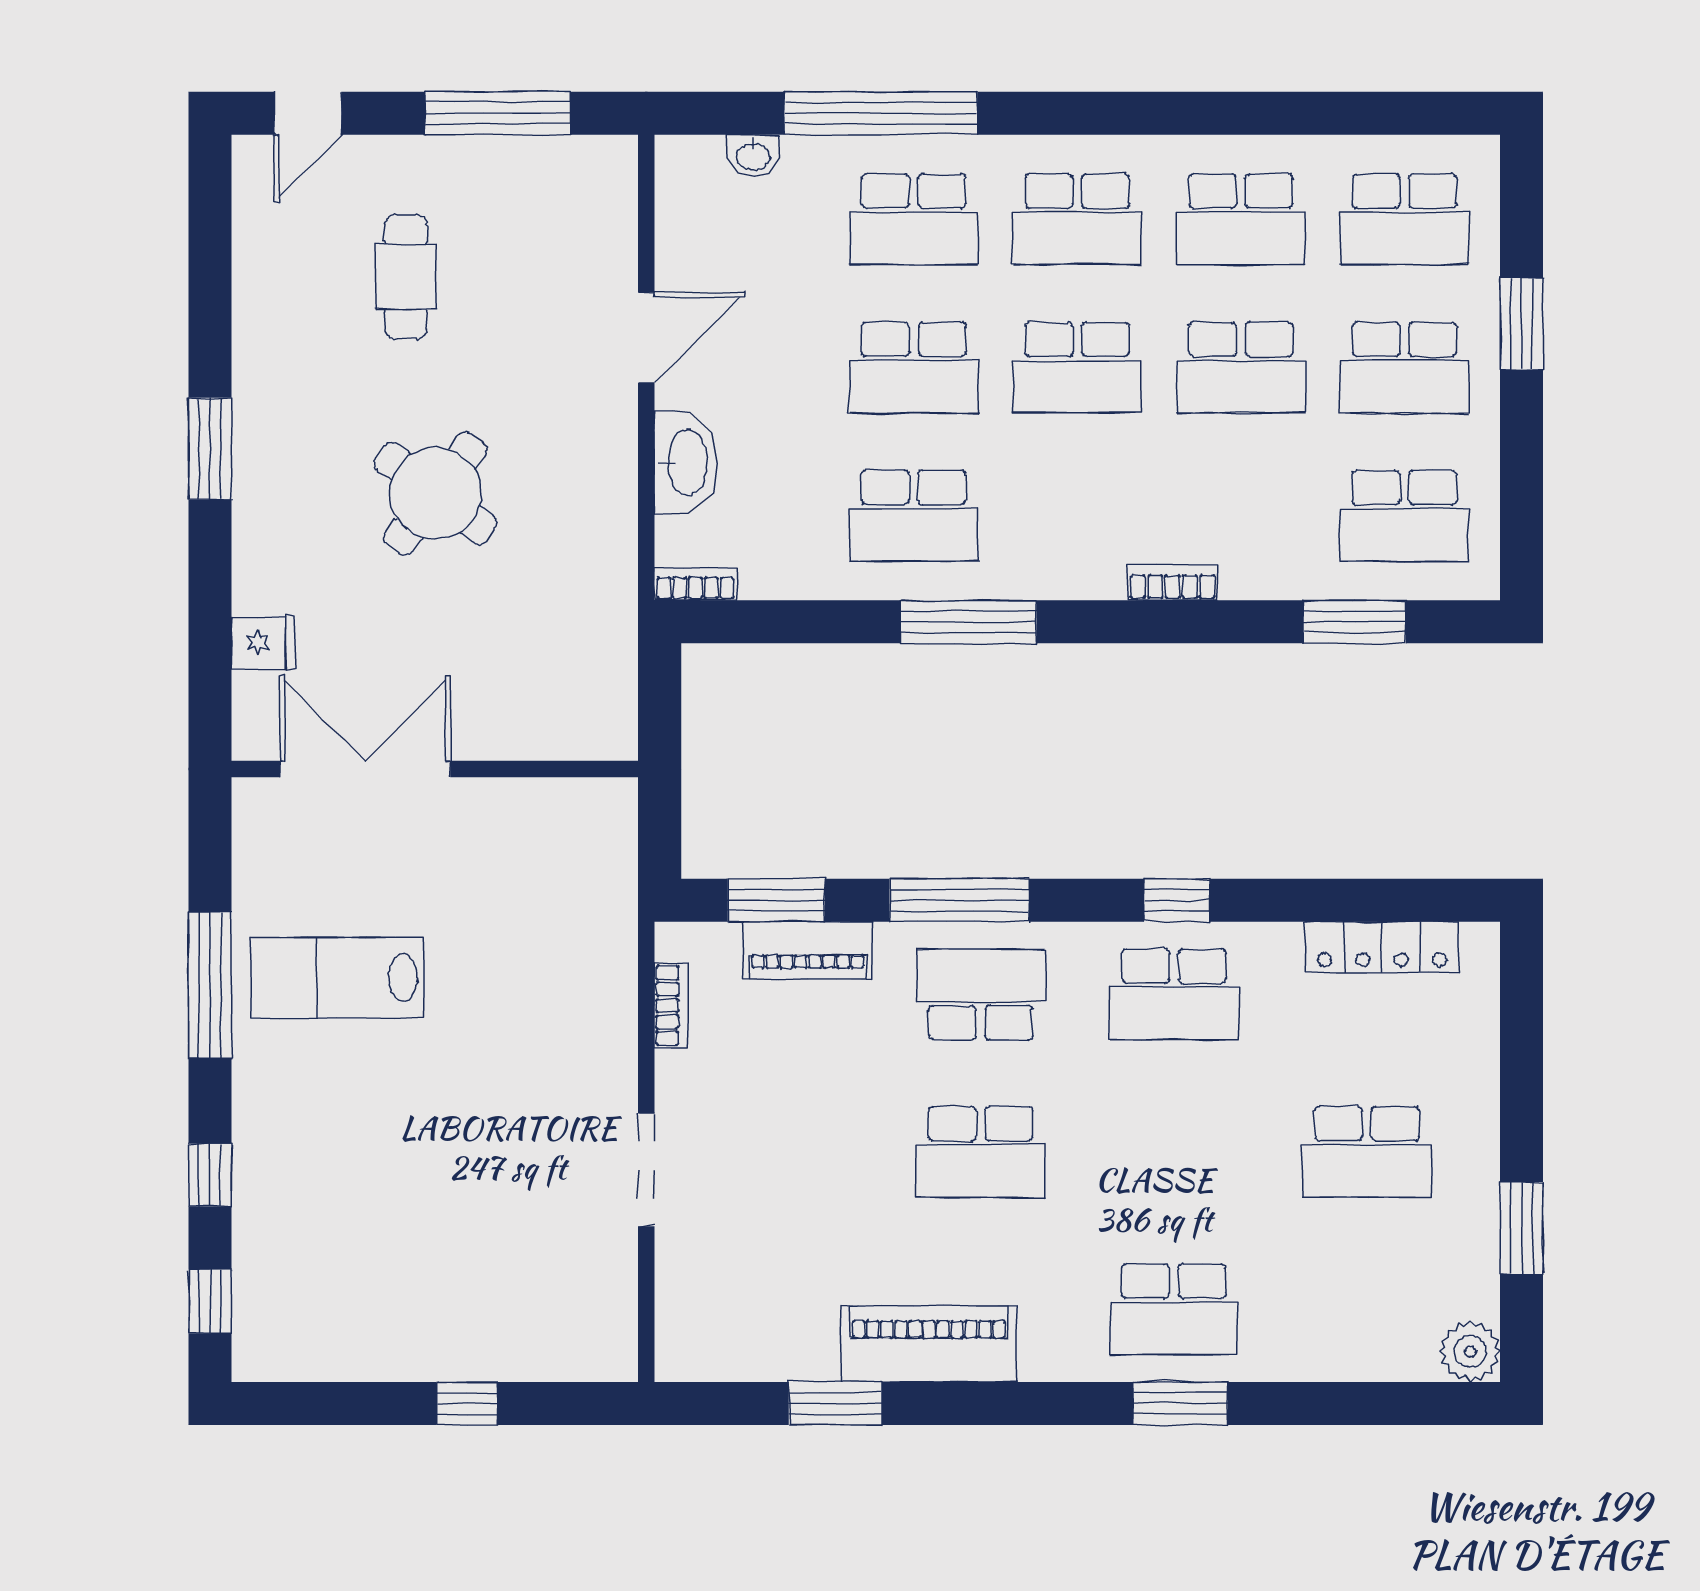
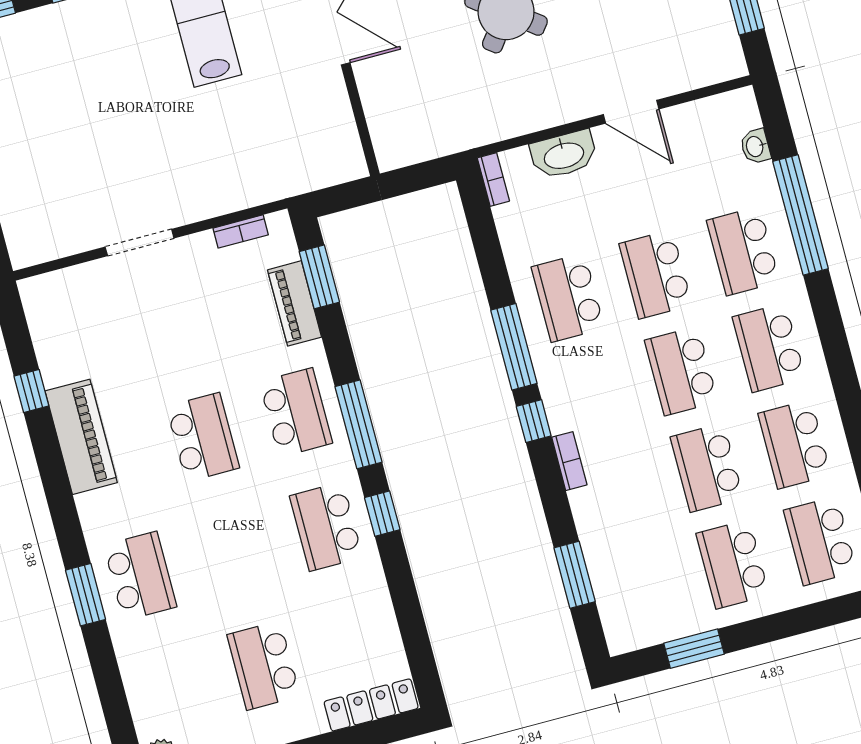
window: (1522, 324) -> (694, 649), moved
school desk: (1404, 516) -> (645, 588), removed
window: (1094, 622) -> (534, 421), added
window: (959, 900) -> (358, 424), moved
locker: (1382, 947) -> (371, 705), moved, turned 90
school desk: (981, 1152) -> (203, 437), turned 180
school desk: (1174, 1309) -> (140, 576), turned 180
window: (835, 1403) -> (31, 391), width x0.67

